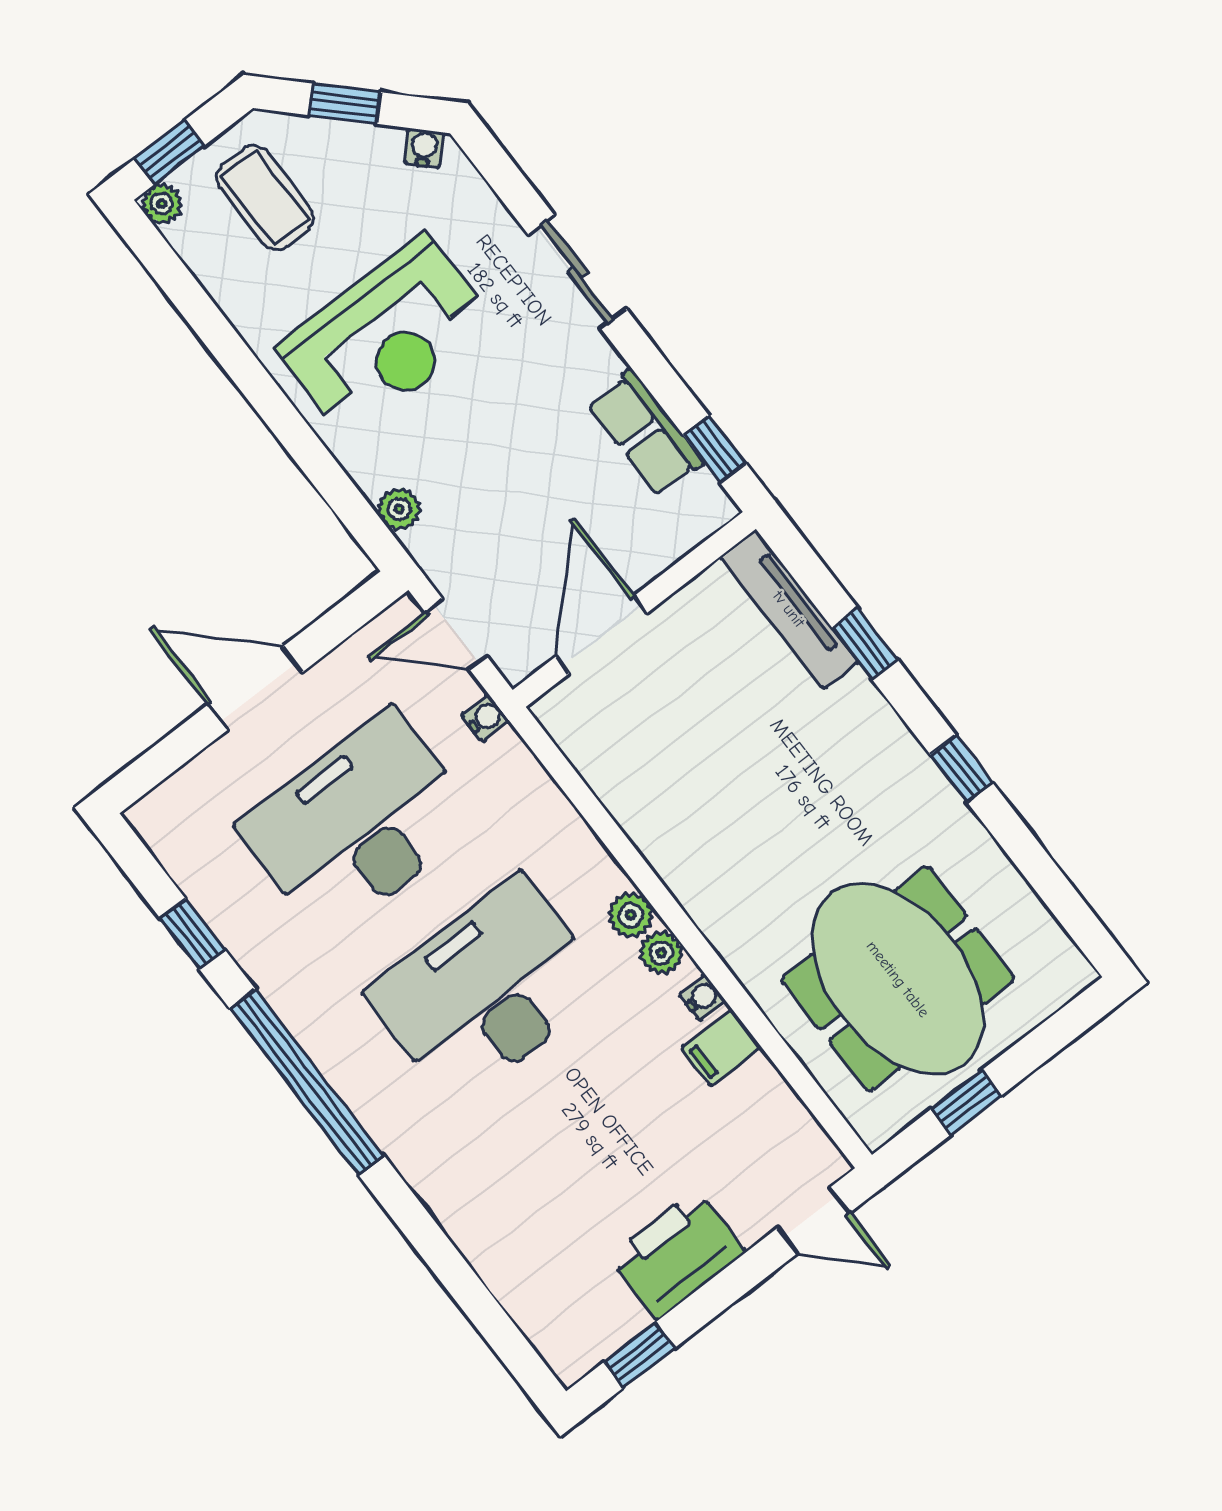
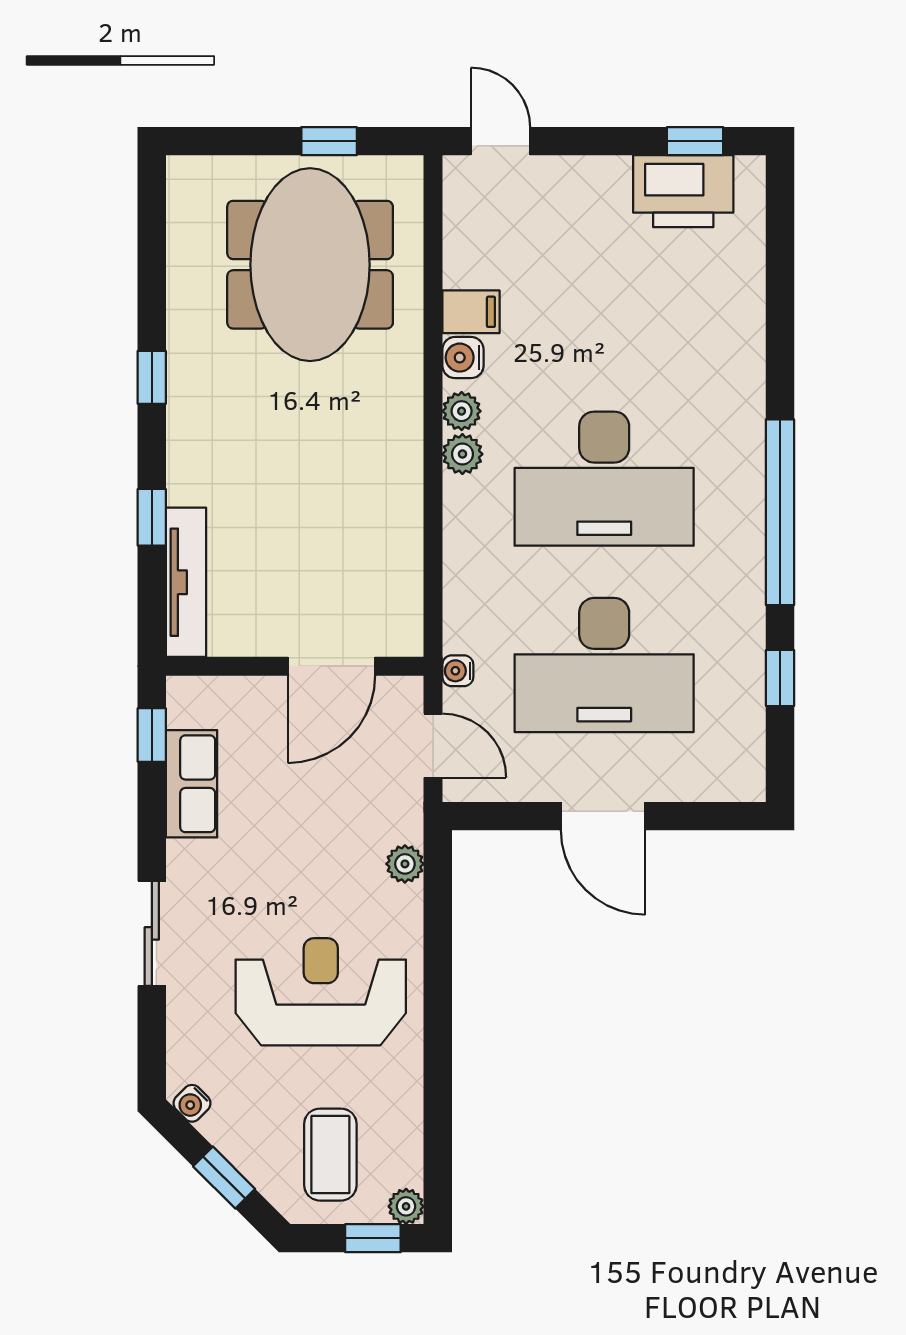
water cooler: (702, 997) -> (463, 358), width x1.38, depth x1.38
printer: (677, 1254) -> (683, 191), moved

